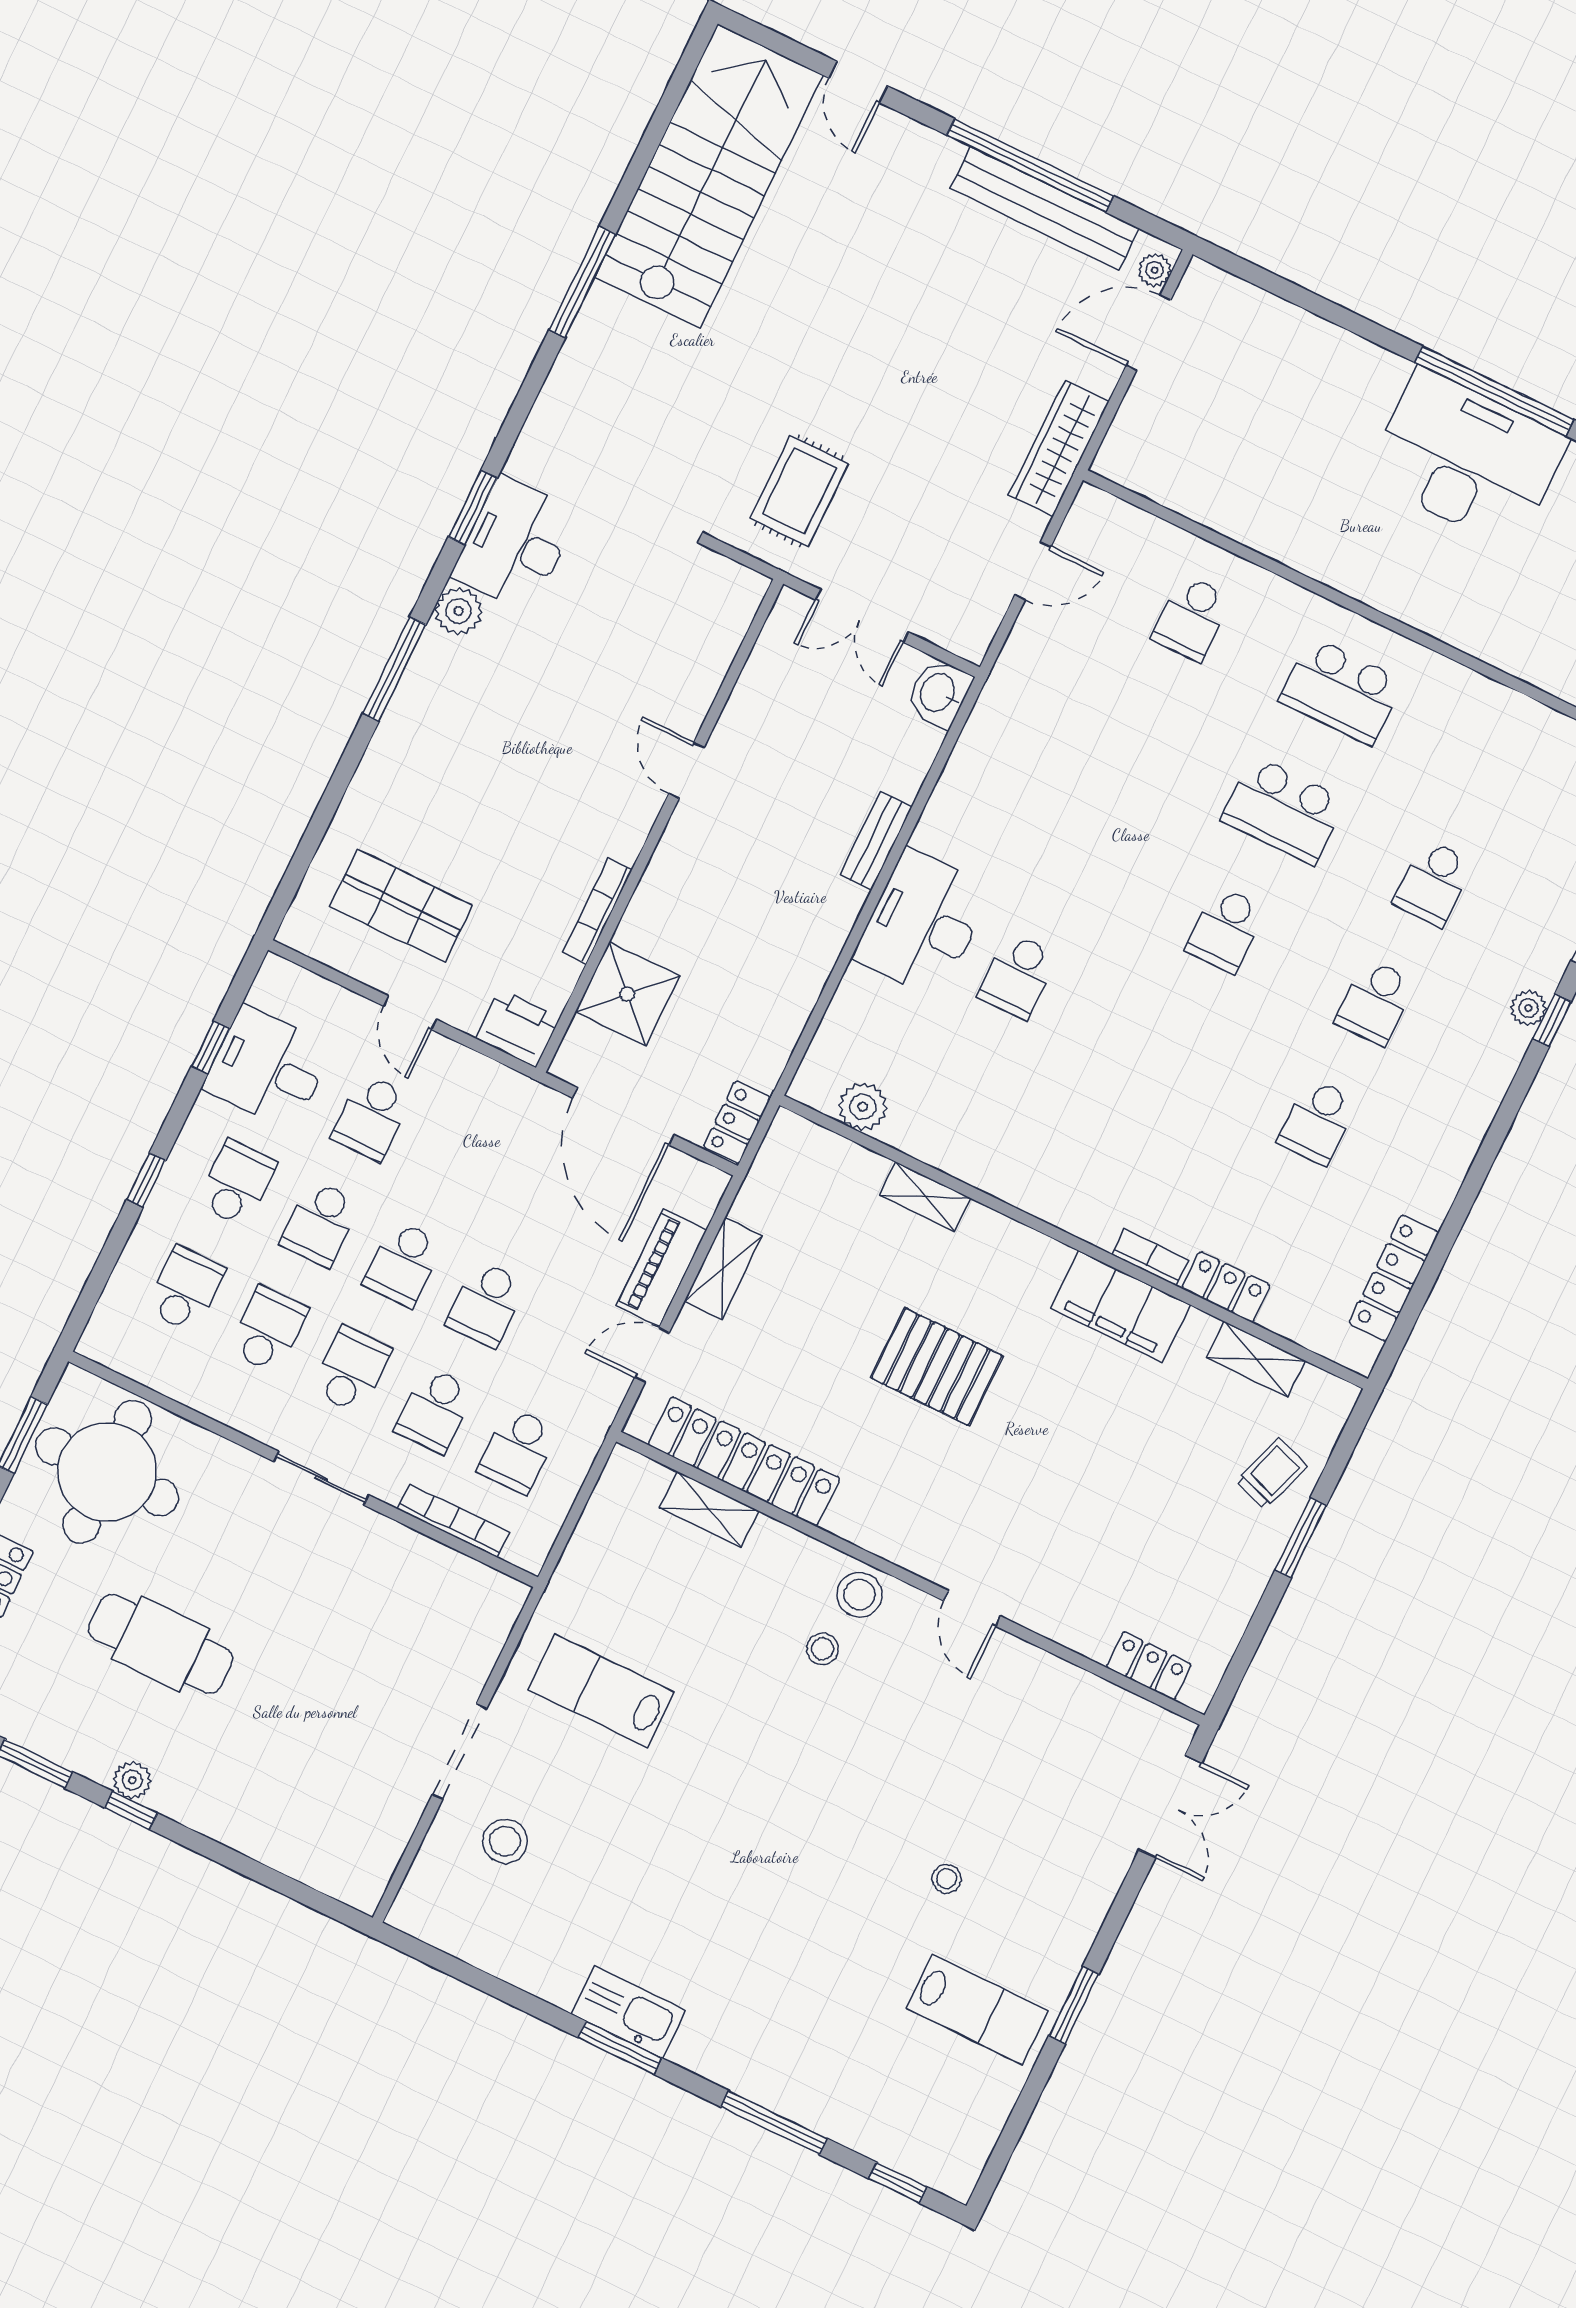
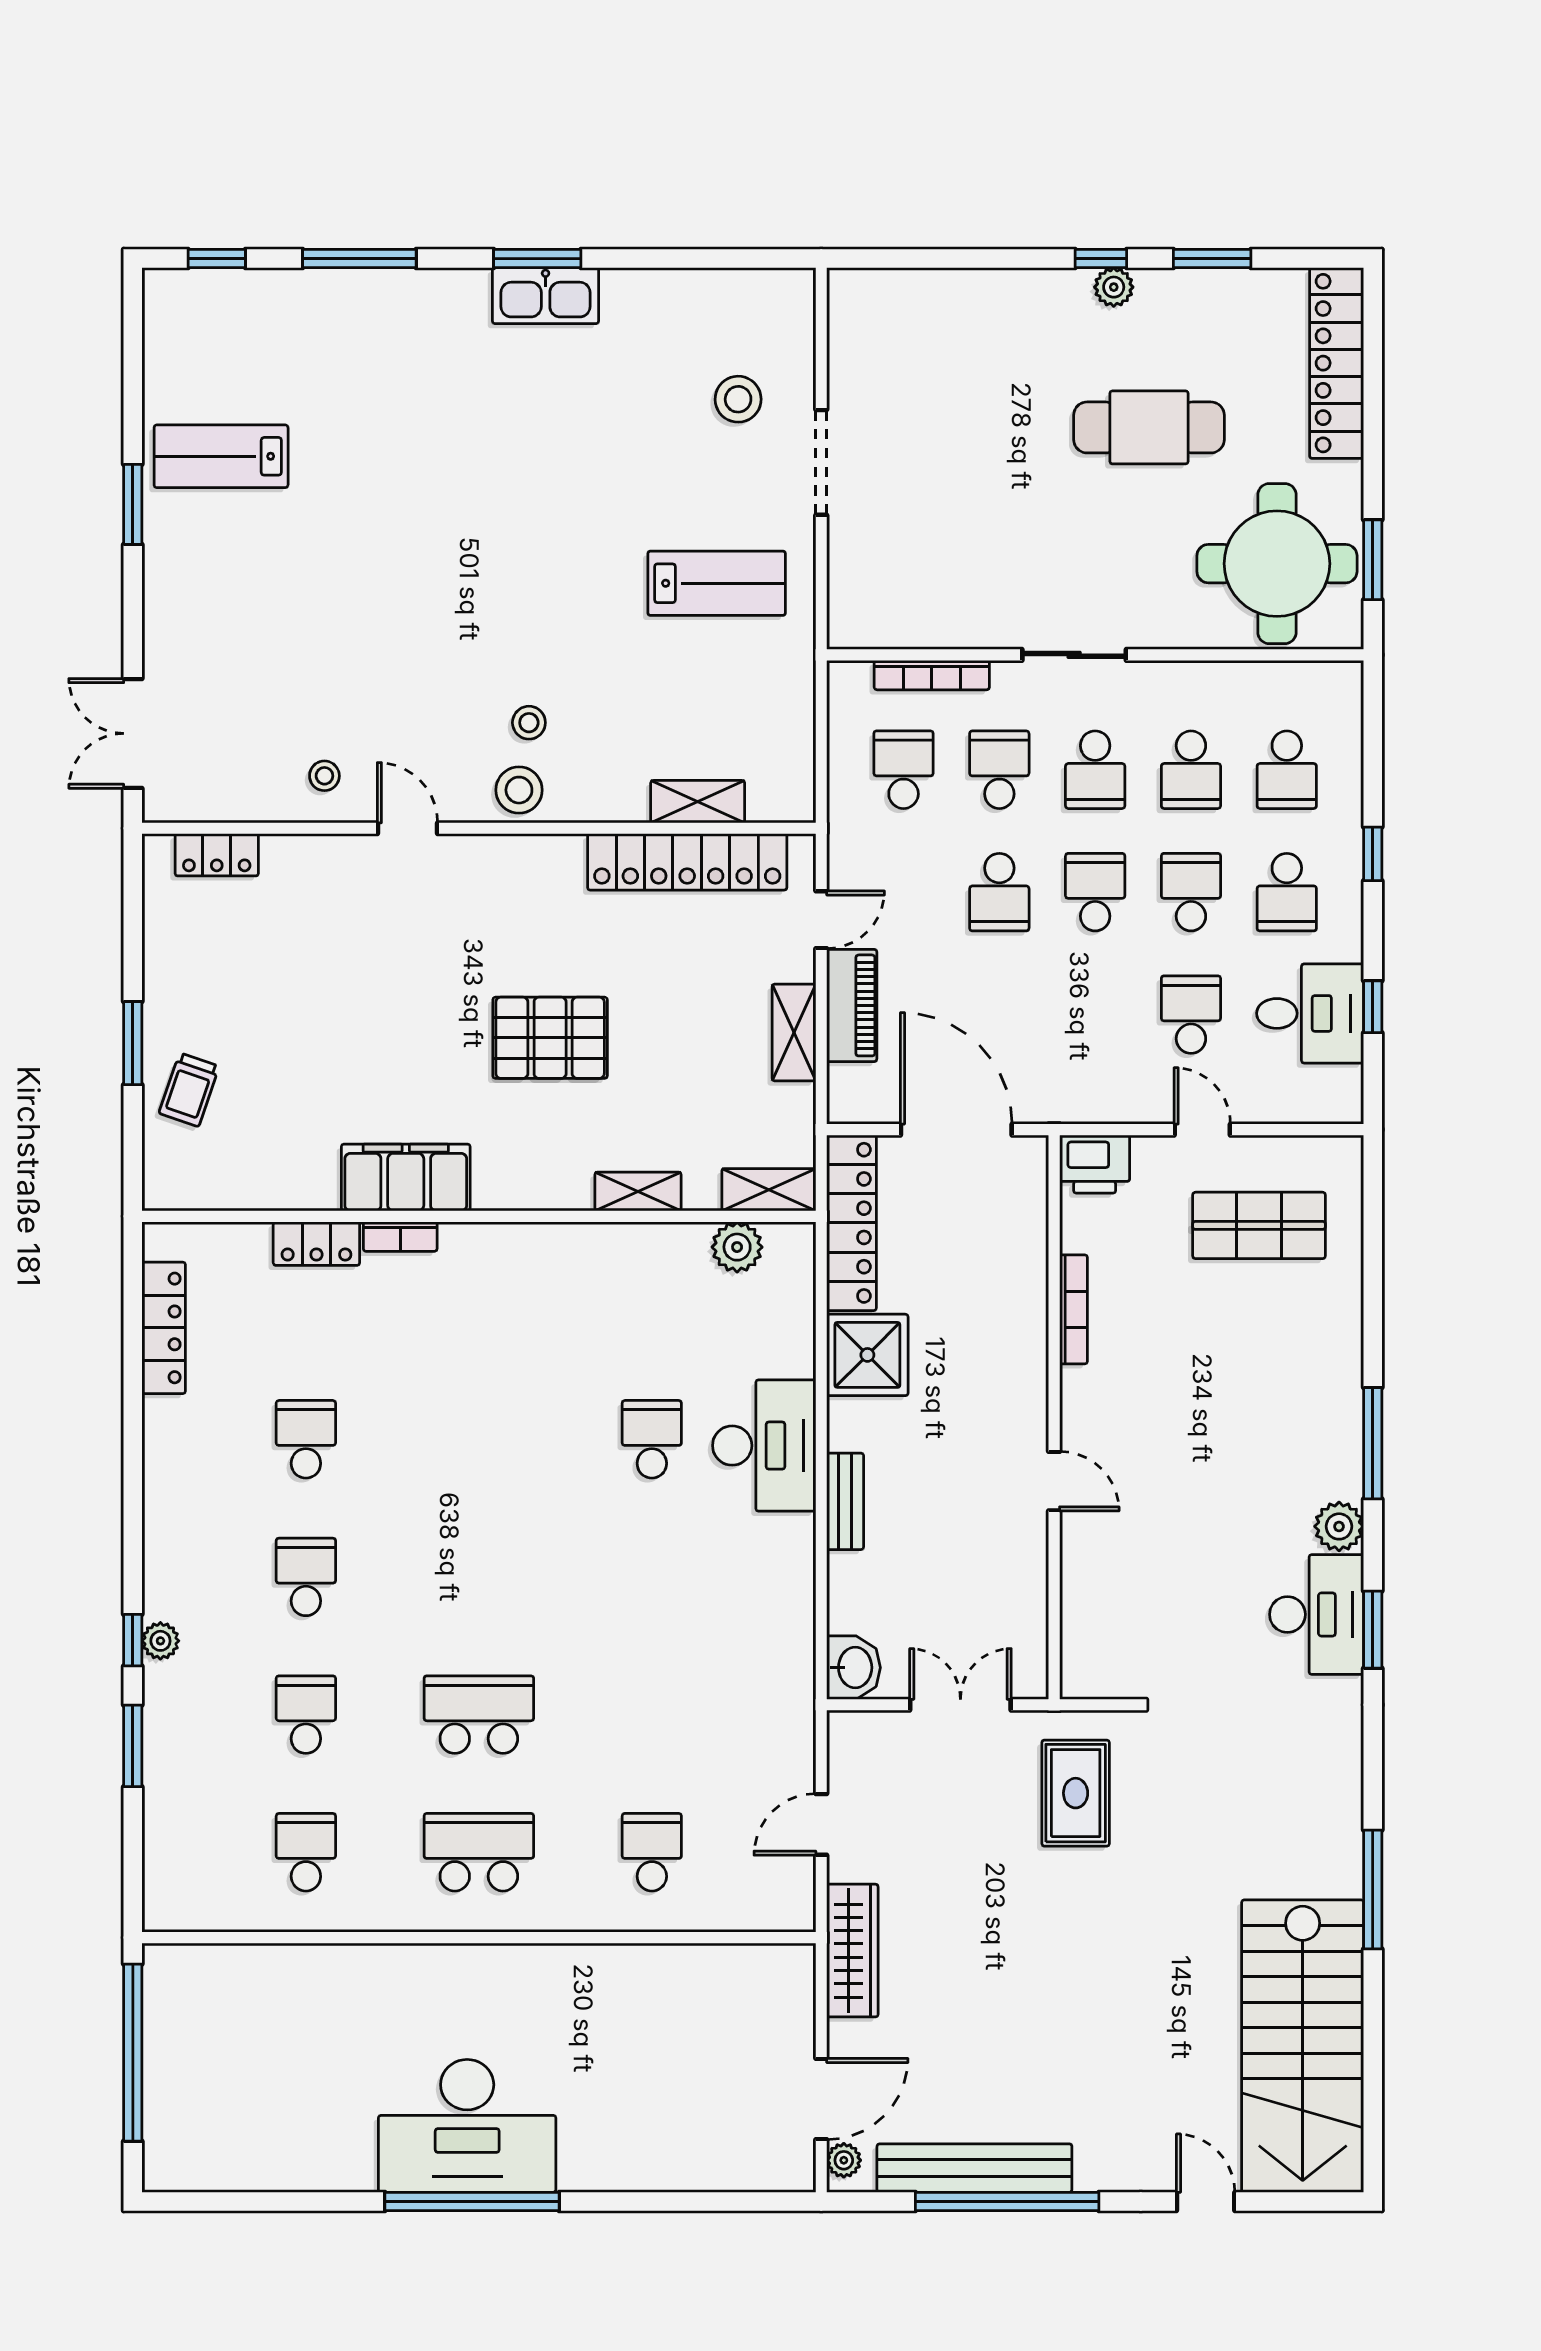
school desk: (1225, 929) -> (306, 1852), moved
shower: (627, 994) -> (867, 1355), moved
locker: (737, 1122) -> (852, 1223), width x2.16, depth x1.21
school desk: (486, 1304) -> (999, 892), turned 180
shelving: (1256, 1359) -> (769, 1190), moved
stool: (947, 1879) -> (324, 776), moved

